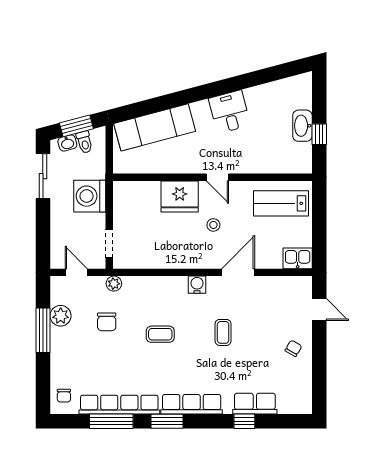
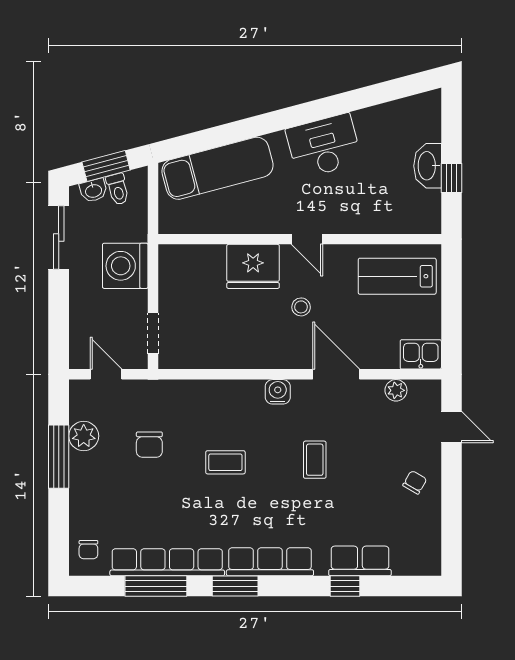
desk: (229, 112) -> (324, 146), width x1.37
door: (238, 272) -> (336, 374), hinge flipped
plant: (114, 284) -> (396, 390), moved

